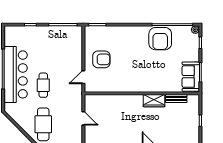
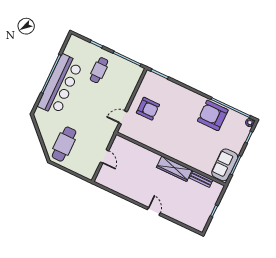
armchair: (160, 39) -> (213, 115), turned 90
cafe table: (43, 85) -> (99, 70), moved
wardrobe: (154, 101) -> (174, 169), width x1.50

